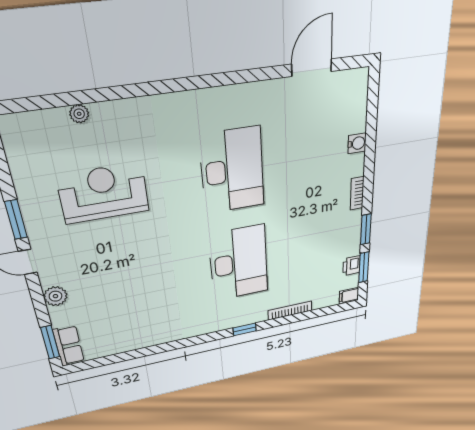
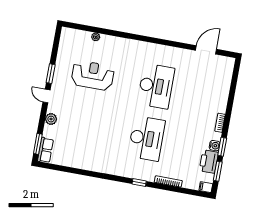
water cooler: (357, 143) -> (215, 146), moved
printer: (352, 266) -> (209, 161), width x1.87, depth x1.48

